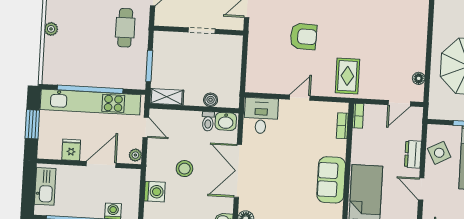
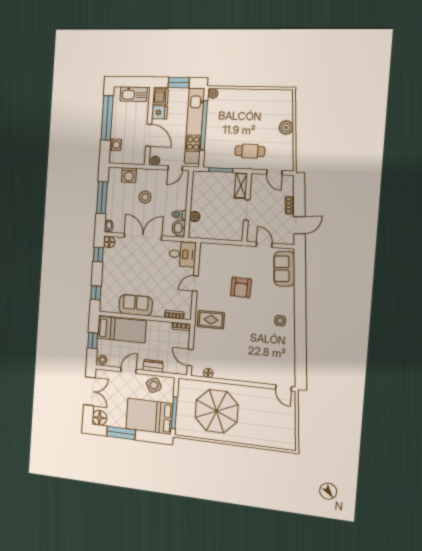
plant: (51, 29) -> (213, 93), moved
shelving: (167, 97) -> (241, 186), moved
door: (300, 98) -> (195, 284), swing flipped
dishwasher: (50, 149) -> (160, 97), added

